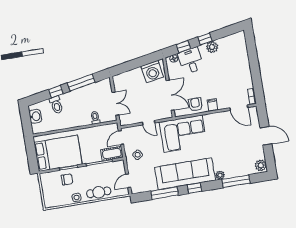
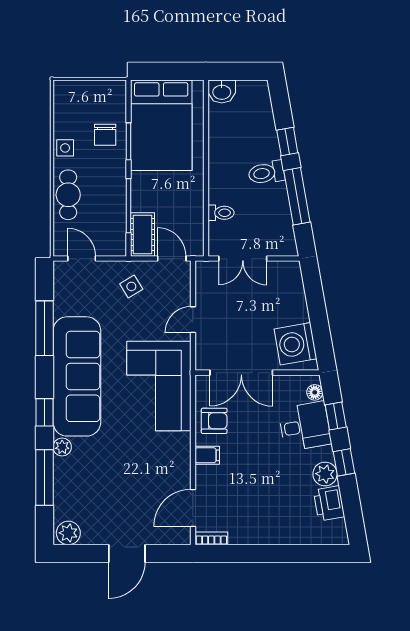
printer: (226, 43) -> (329, 503), added
toilet: (56, 105) -> (266, 173), moved
washbasin: (35, 116) -> (222, 92), moved
window: (194, 188) -> (44, 412), moved

